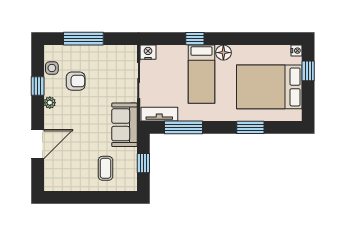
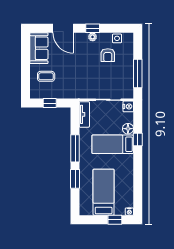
window: (83, 39) -> (138, 74), moved
floor lamp: (223, 53) -> (128, 129), moved
window: (38, 86) -> (93, 28), moved
bed: (269, 87) -> (104, 192), width x0.67
sofa: (124, 125) -> (39, 48), moved, turned 90
window: (184, 127) -> (75, 148), moved

